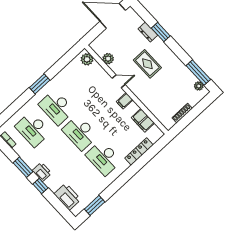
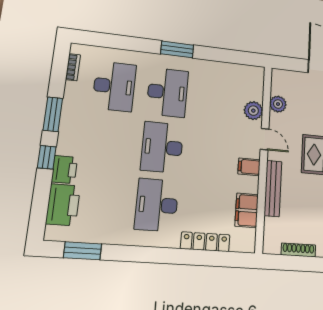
plant: (87, 59) -> (253, 111), moved
bench: (144, 99) -> (273, 188), added
desk: (57, 107) -> (167, 92), turned 180
desk: (33, 129) -> (114, 86), turned 180
printer: (42, 172) -> (64, 170), moved

